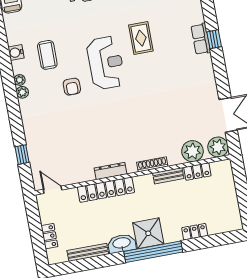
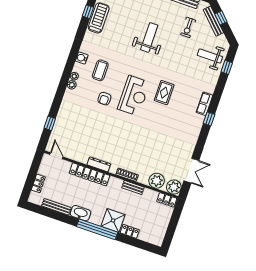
row of seats: (201, 39) -> (204, 104), moved
locker: (197, 172) -> (167, 200), moved
shower: (148, 233) -> (113, 220), moved

